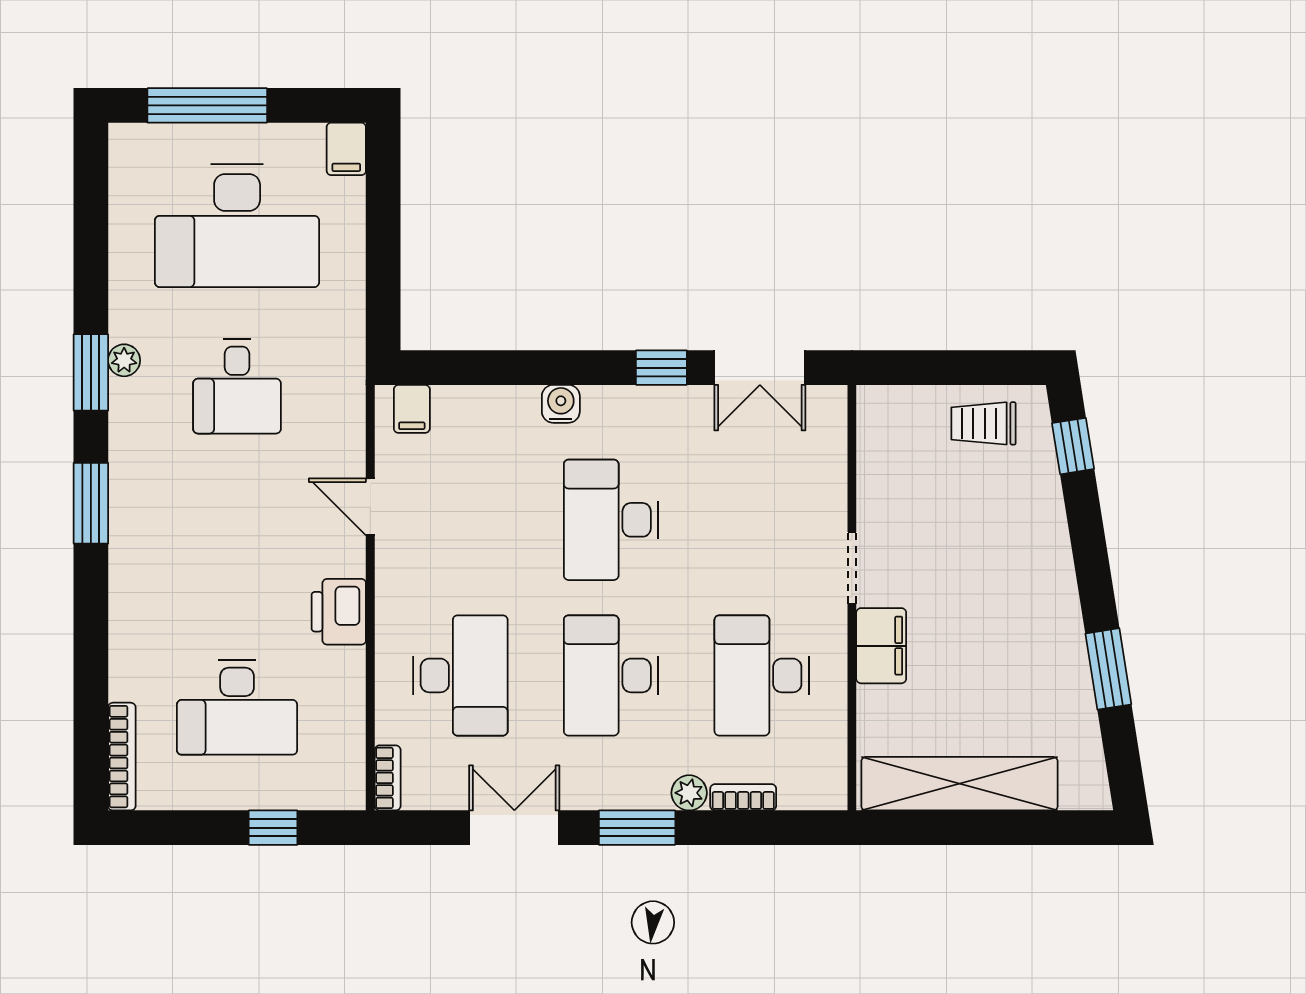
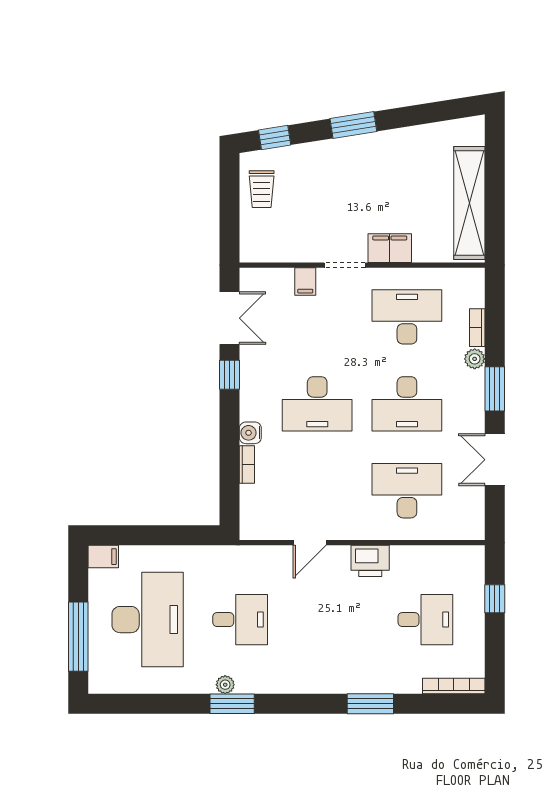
filing cabinet: (412, 409) -> (305, 281), moved, turned 90
window: (91, 503) -> (370, 704), moved
window: (1108, 669) -> (353, 125), moved
desk: (762, 675) -> (407, 317), turned 180
desk: (237, 707) -> (425, 620), width x0.73
bookcase: (388, 778) -> (247, 465), moved, turned 90

